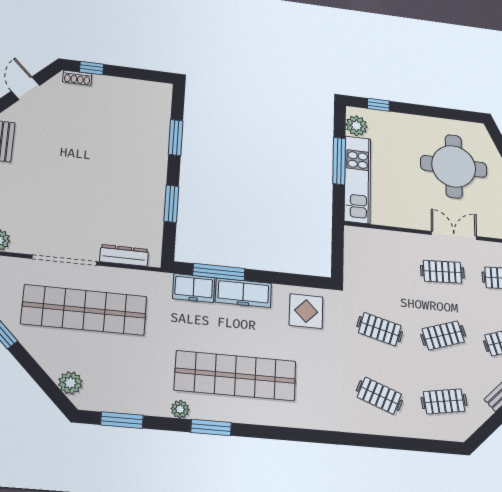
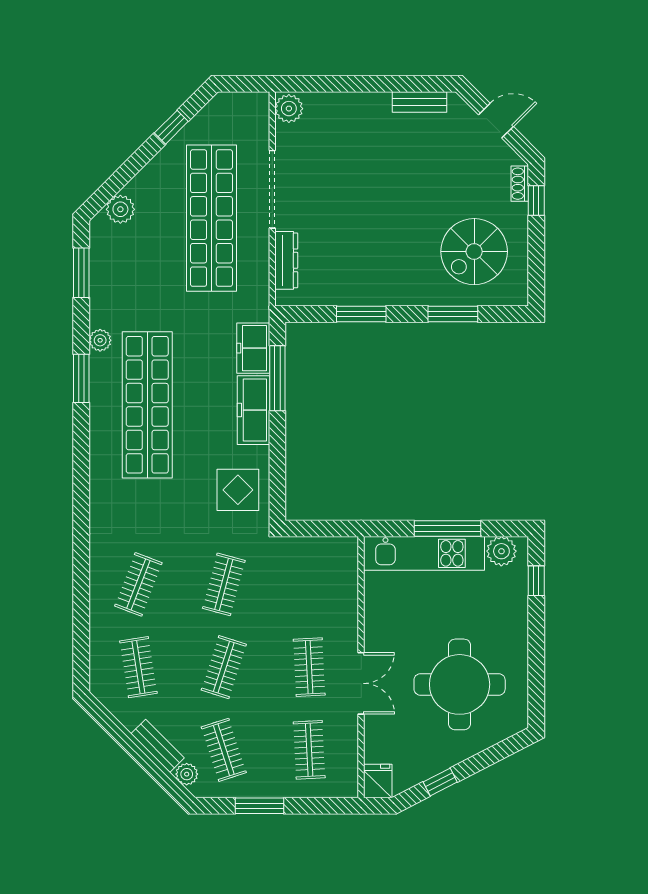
spiral stairs: (128, 117) -> (474, 252), added
clothes rail: (443, 335) -> (224, 667), turned 36

